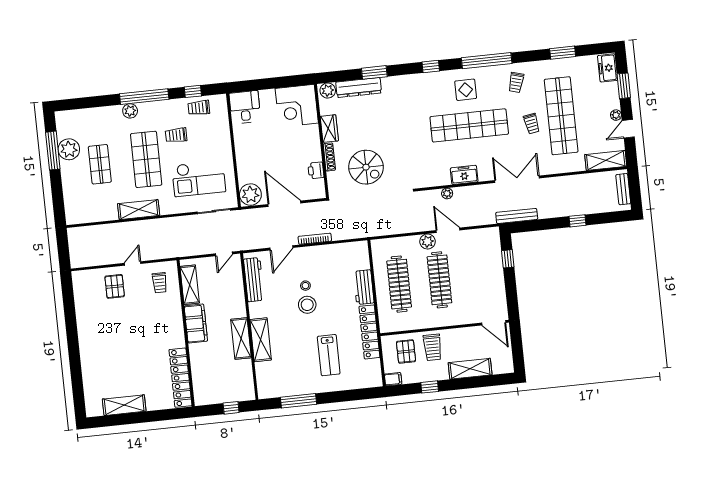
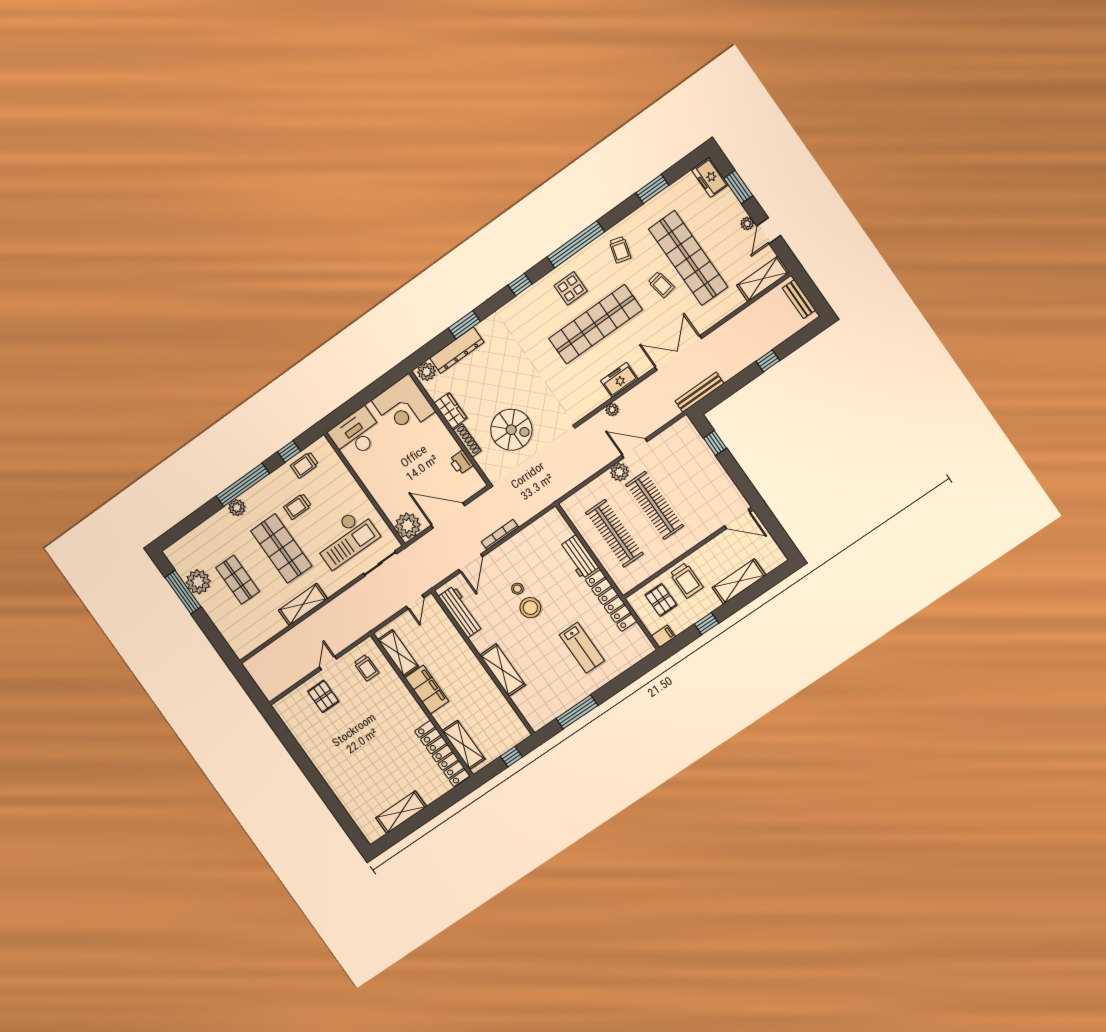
desk: (245, 107) -> (356, 434), width x1.37
shelving: (241, 339) -> (464, 745), moved

